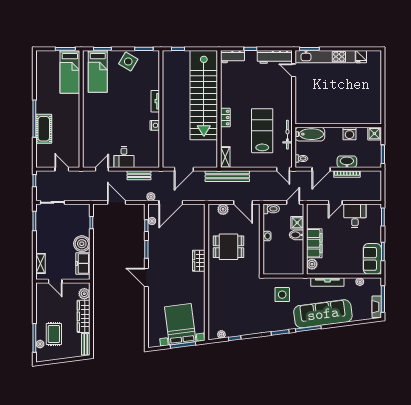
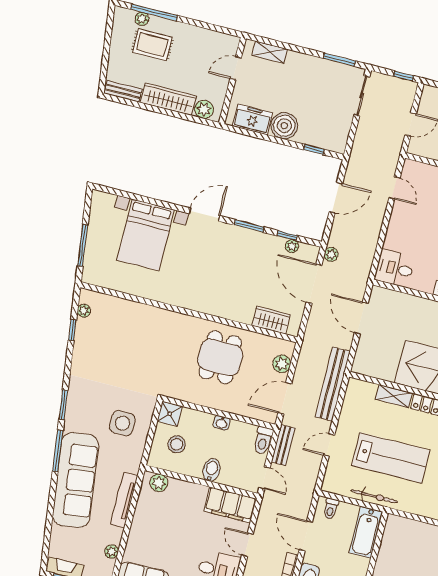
desk: (124, 157) -> (395, 268), moved
shelving: (225, 157) -> (394, 396), moved
door: (283, 169) -> (329, 445), moved
bench: (139, 175) -> (283, 445), moved
shower: (297, 223) -> (170, 414), moved
filing cabinet: (314, 243) -> (230, 505), moved
stool: (286, 259) -> (177, 444), added
wardrobe: (199, 261) -> (271, 320), moved
bed with nightstands: (180, 324) -> (146, 235), moved, turned 97

